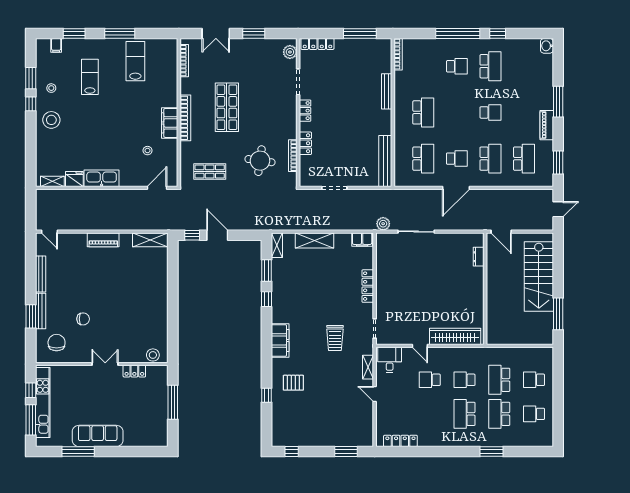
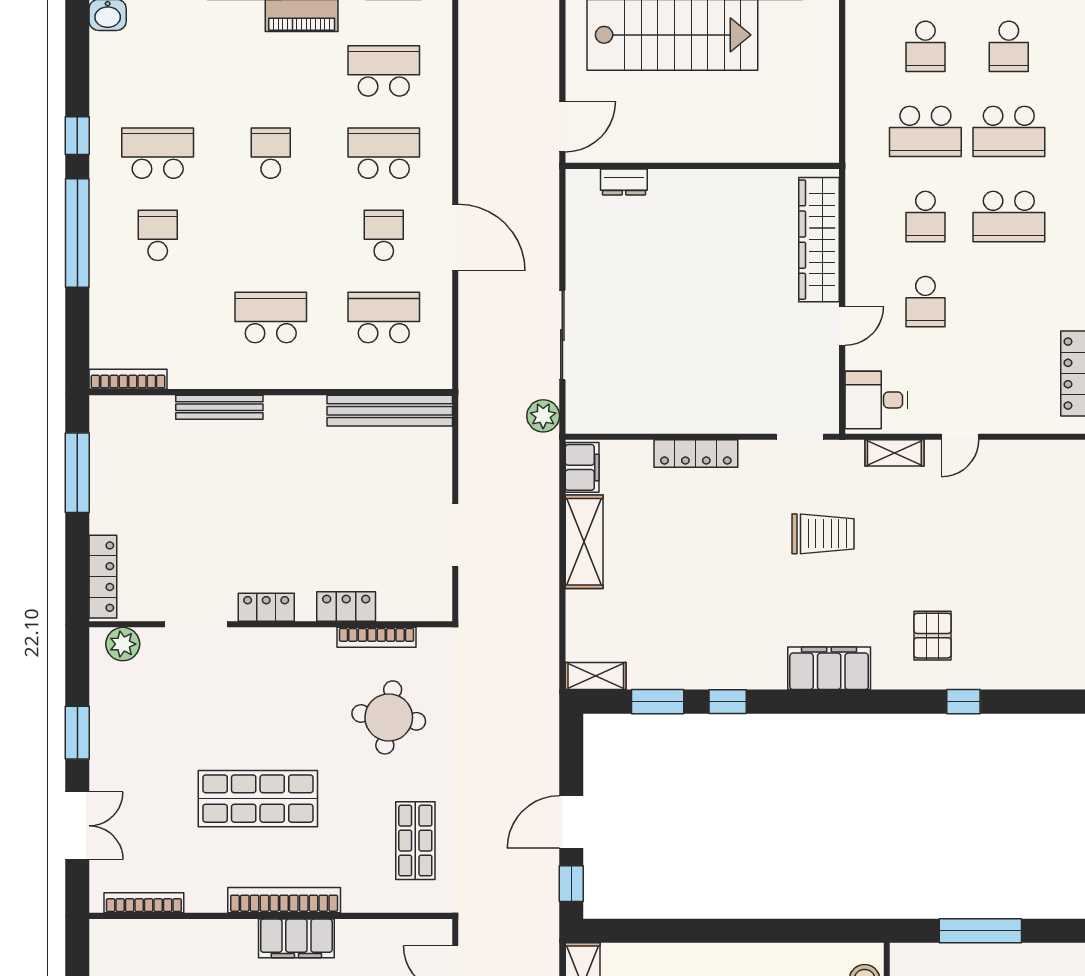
shelving: (314, 240) -> (584, 542), moved

